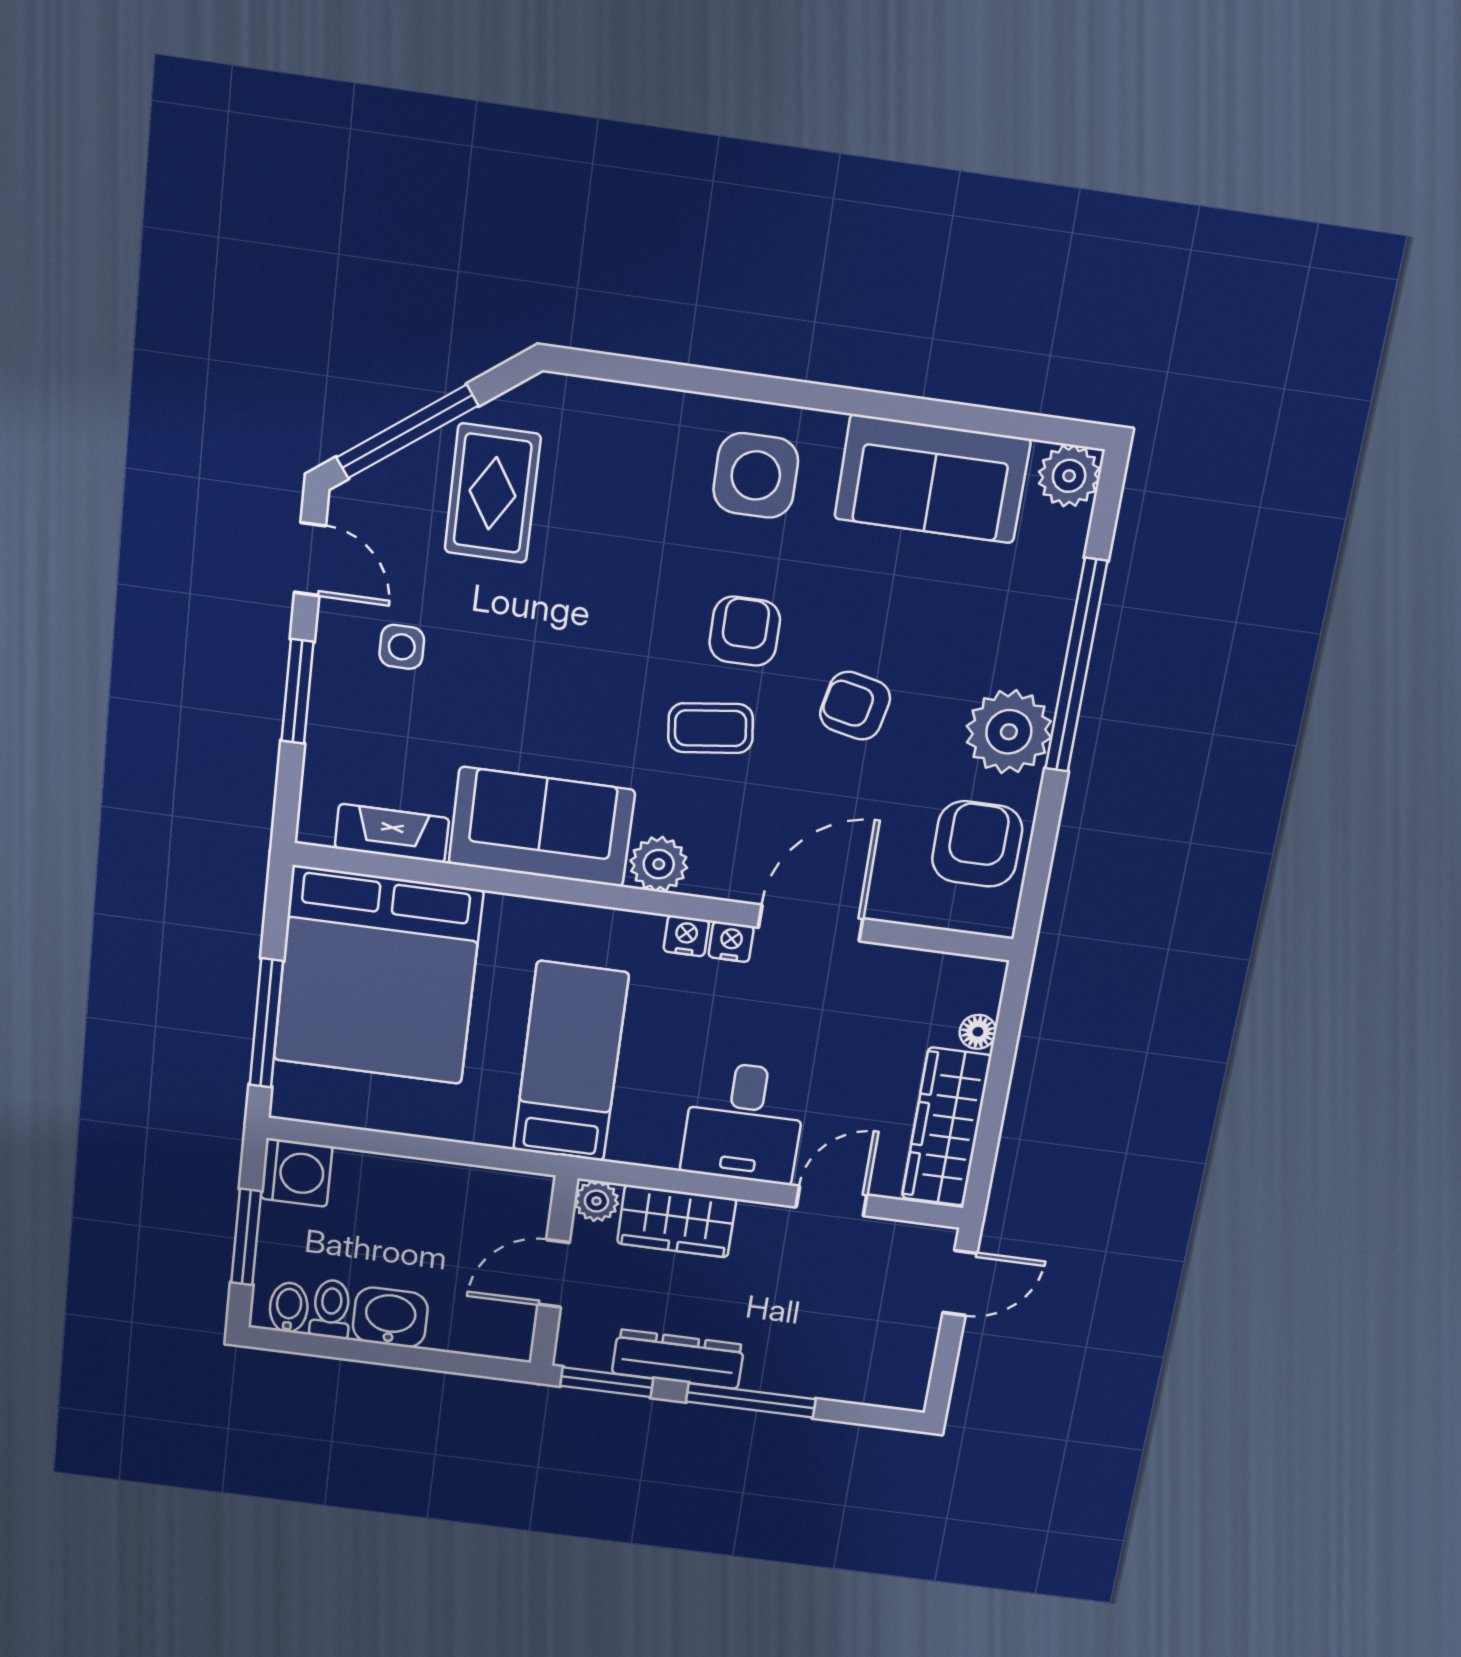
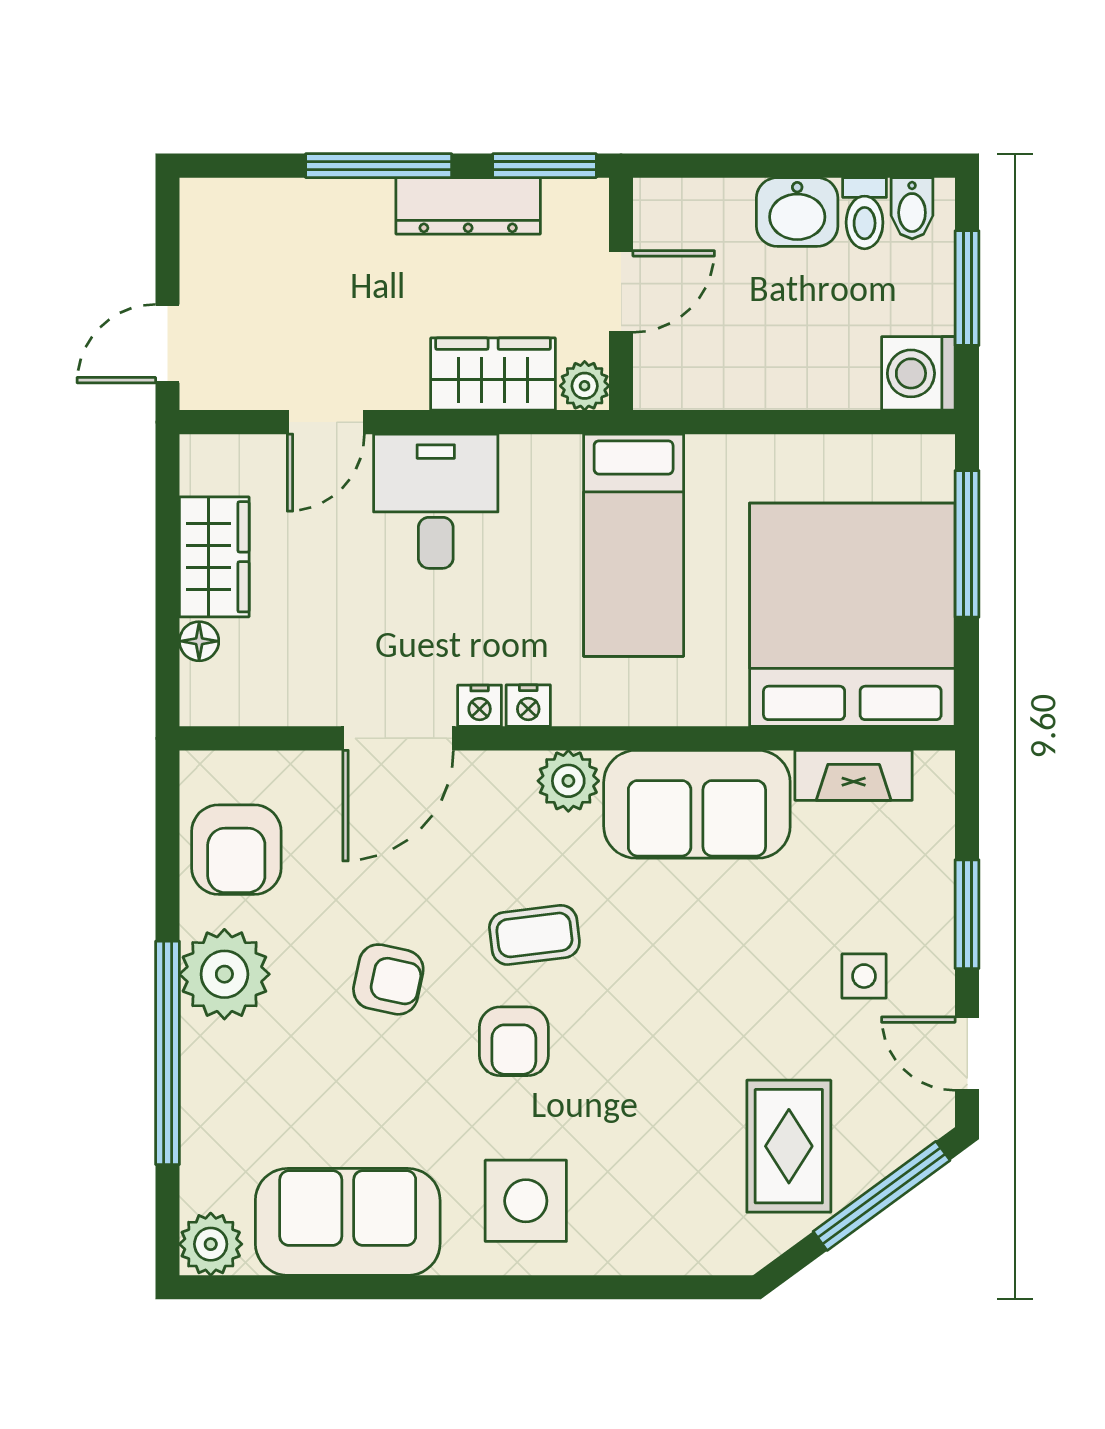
wardrobe: (946, 1127) -> (214, 557), width x0.67

